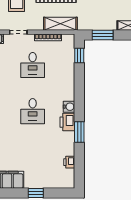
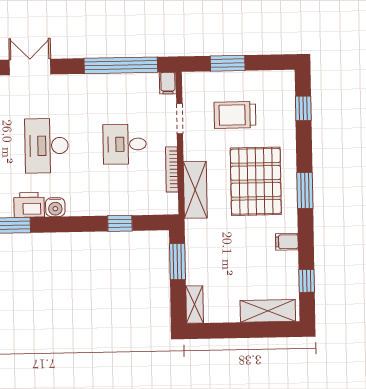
window: (79, 56) -> (120, 223), moved
desk: (33, 111) -> (47, 146), width x1.37

